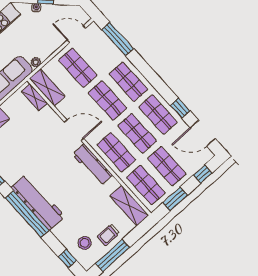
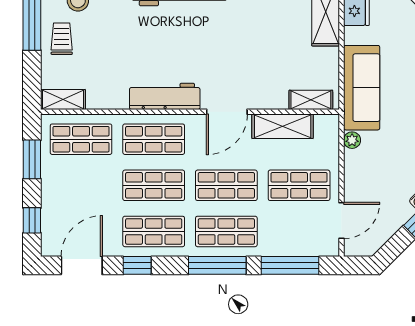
window: (147, 72) -> (217, 265), added
shelving: (47, 87) -> (283, 126), moved
shop shelf: (167, 166) -> (81, 185), removed
shelving: (129, 206) -> (63, 100), width x0.67, depth x0.75

